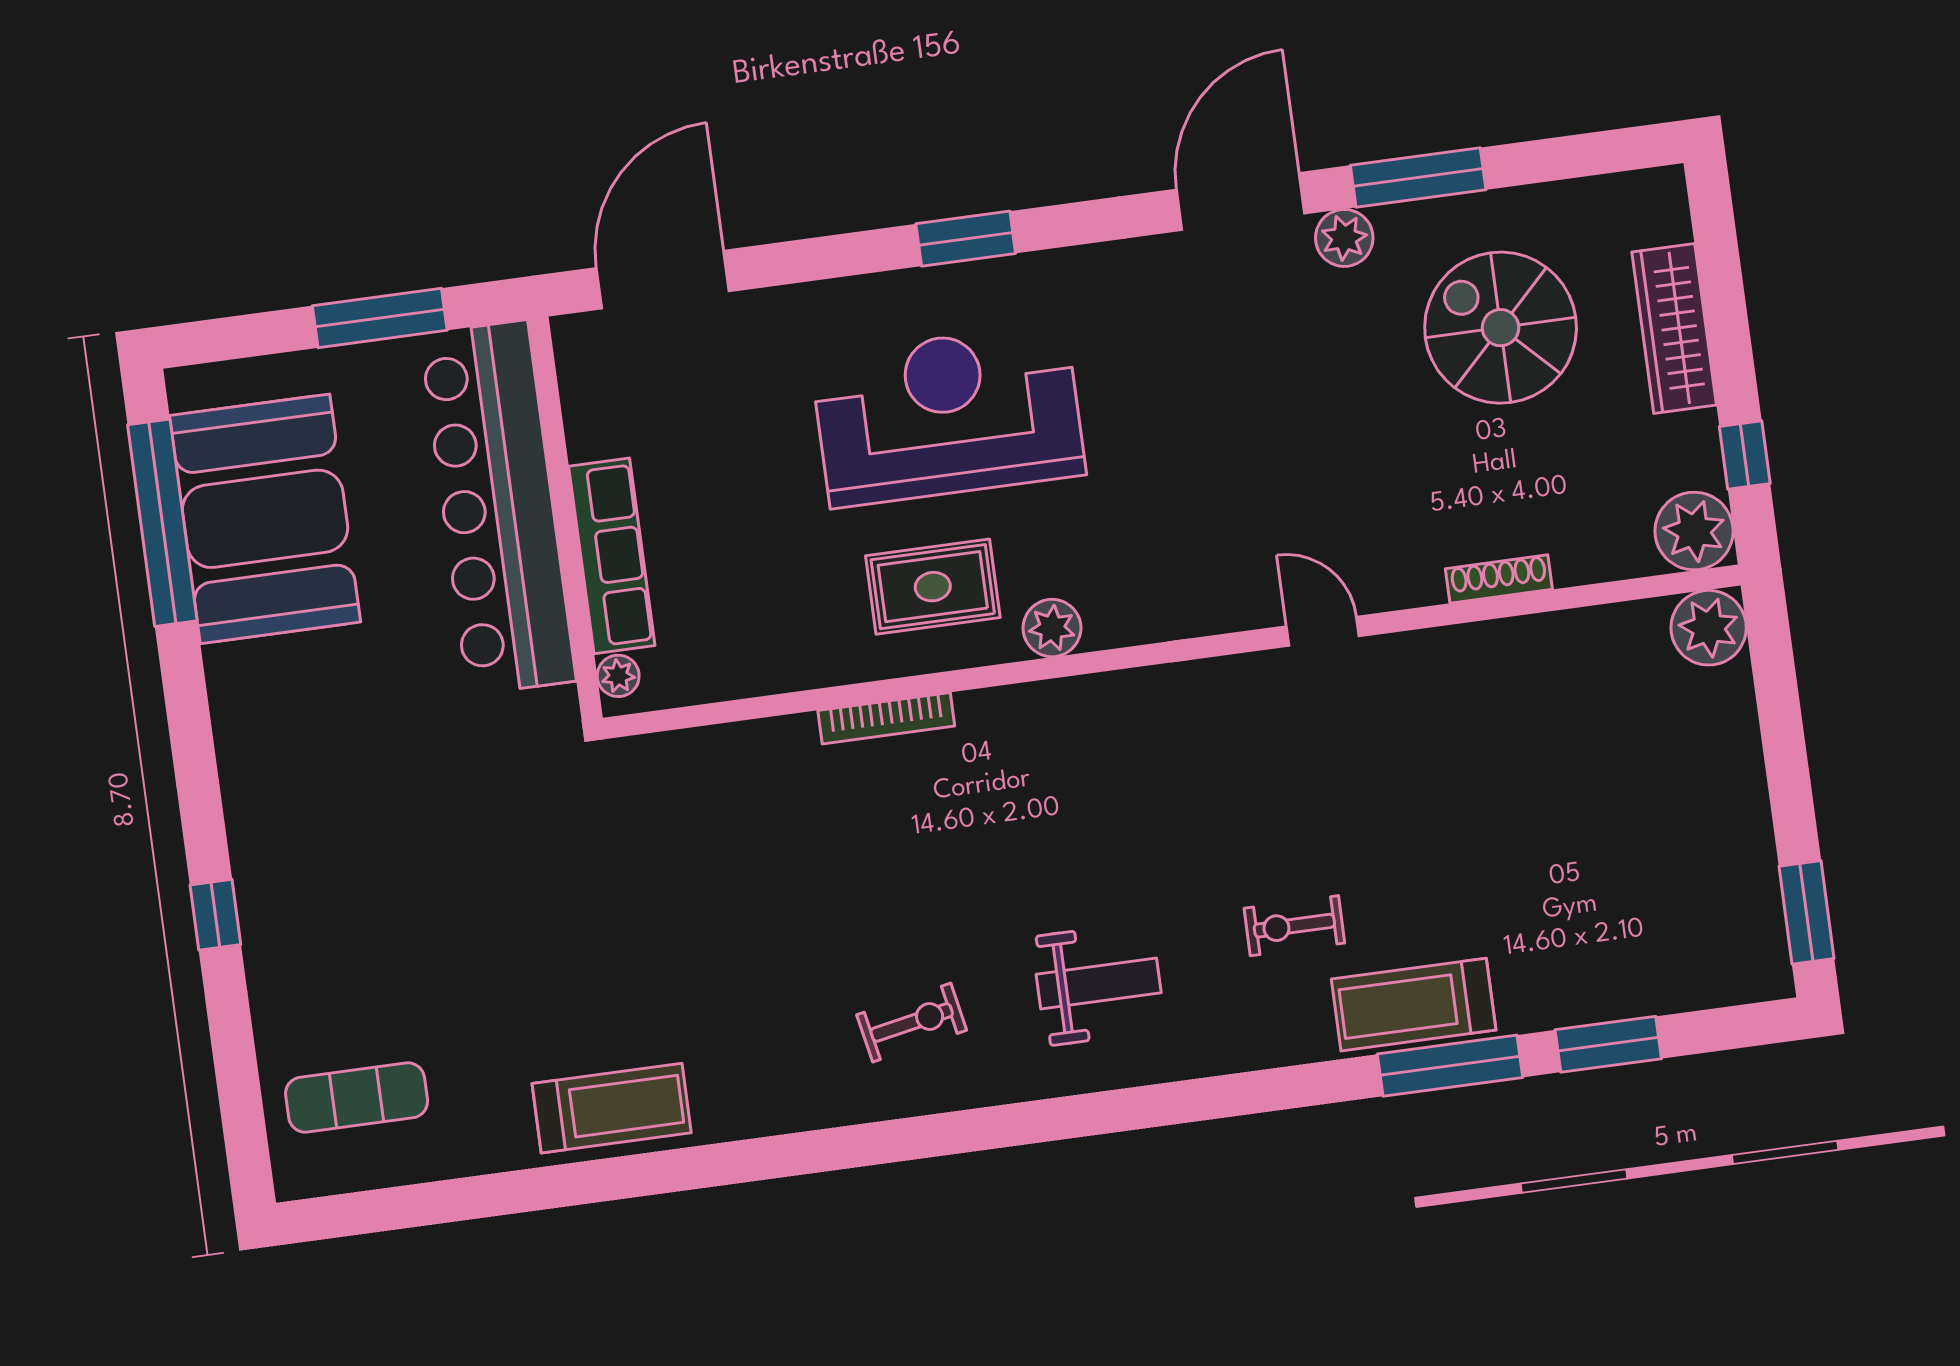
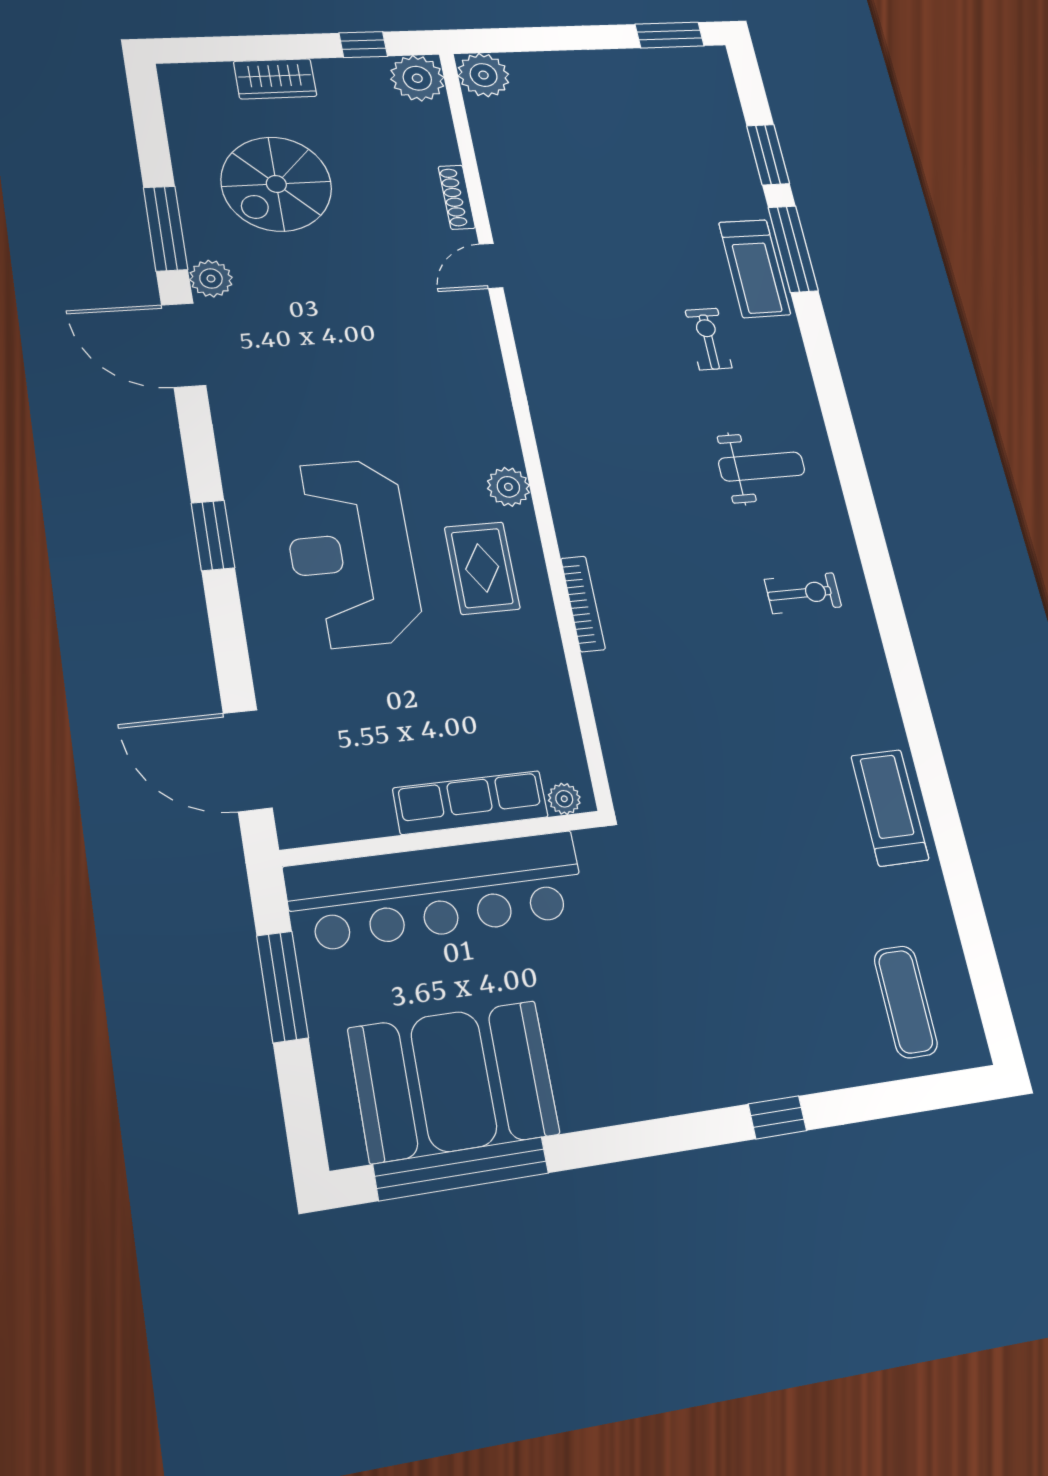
wardrobe: (1674, 329) -> (275, 79), width x0.67
door: (1323, 631) -> (491, 266), moved
exercise bike: (1294, 926) -> (708, 339), turned 180
weight bench: (1099, 983) -> (762, 467), turned 90
exercise bike: (912, 1023) -> (803, 593), turned 101

